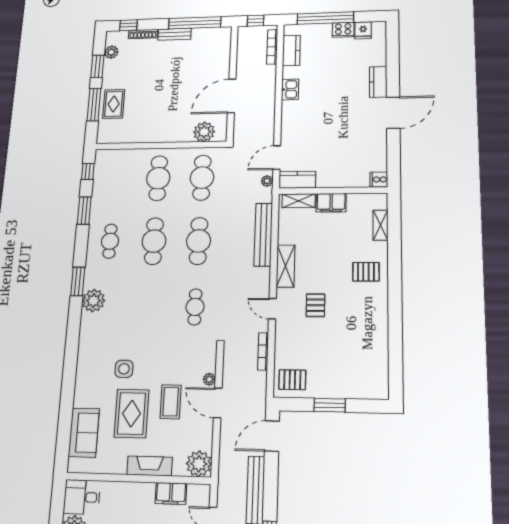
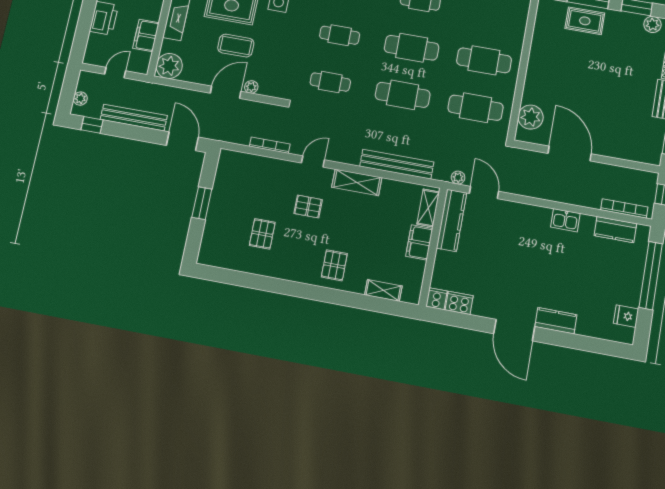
cooker: (343, 30) -> (459, 303), moved, turned 90
kitchen counter: (297, 180) -> (452, 220), width x1.50
cafe table: (150, 307) -> (340, 35), added
pallet: (292, 380) -> (262, 234), moved

